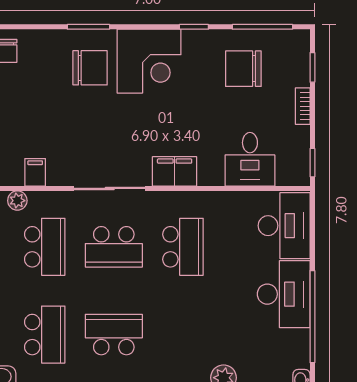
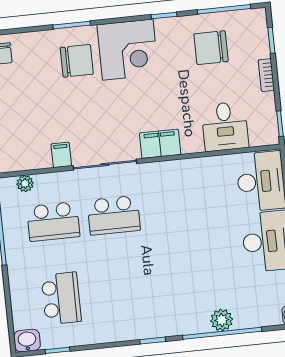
filing cabinet: (35, 172) -> (61, 155), moved
school desk: (45, 247) -> (53, 222), turned 90
school desk: (183, 247) -> (174, 209), removed
school desk: (114, 335) -> (122, 292), removed

